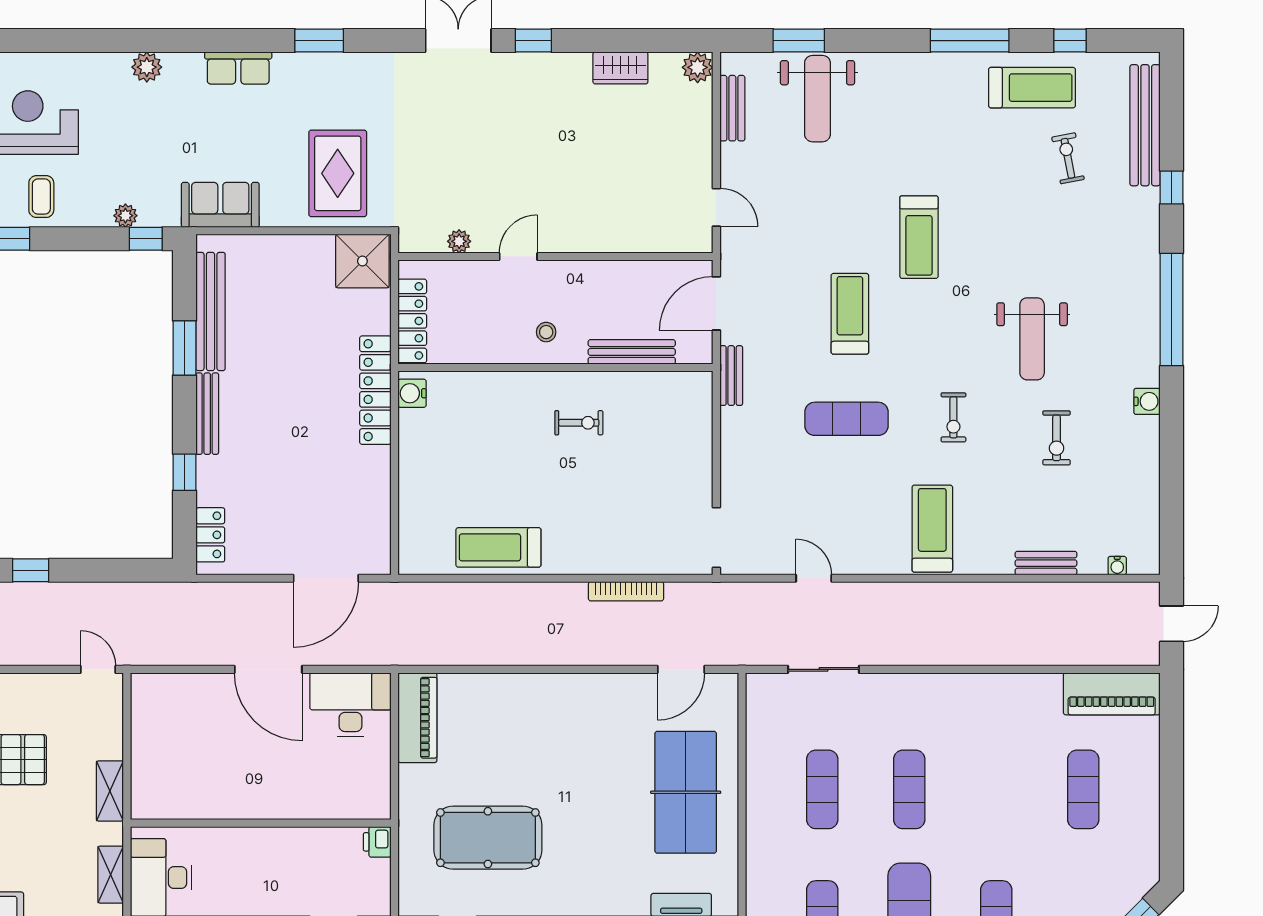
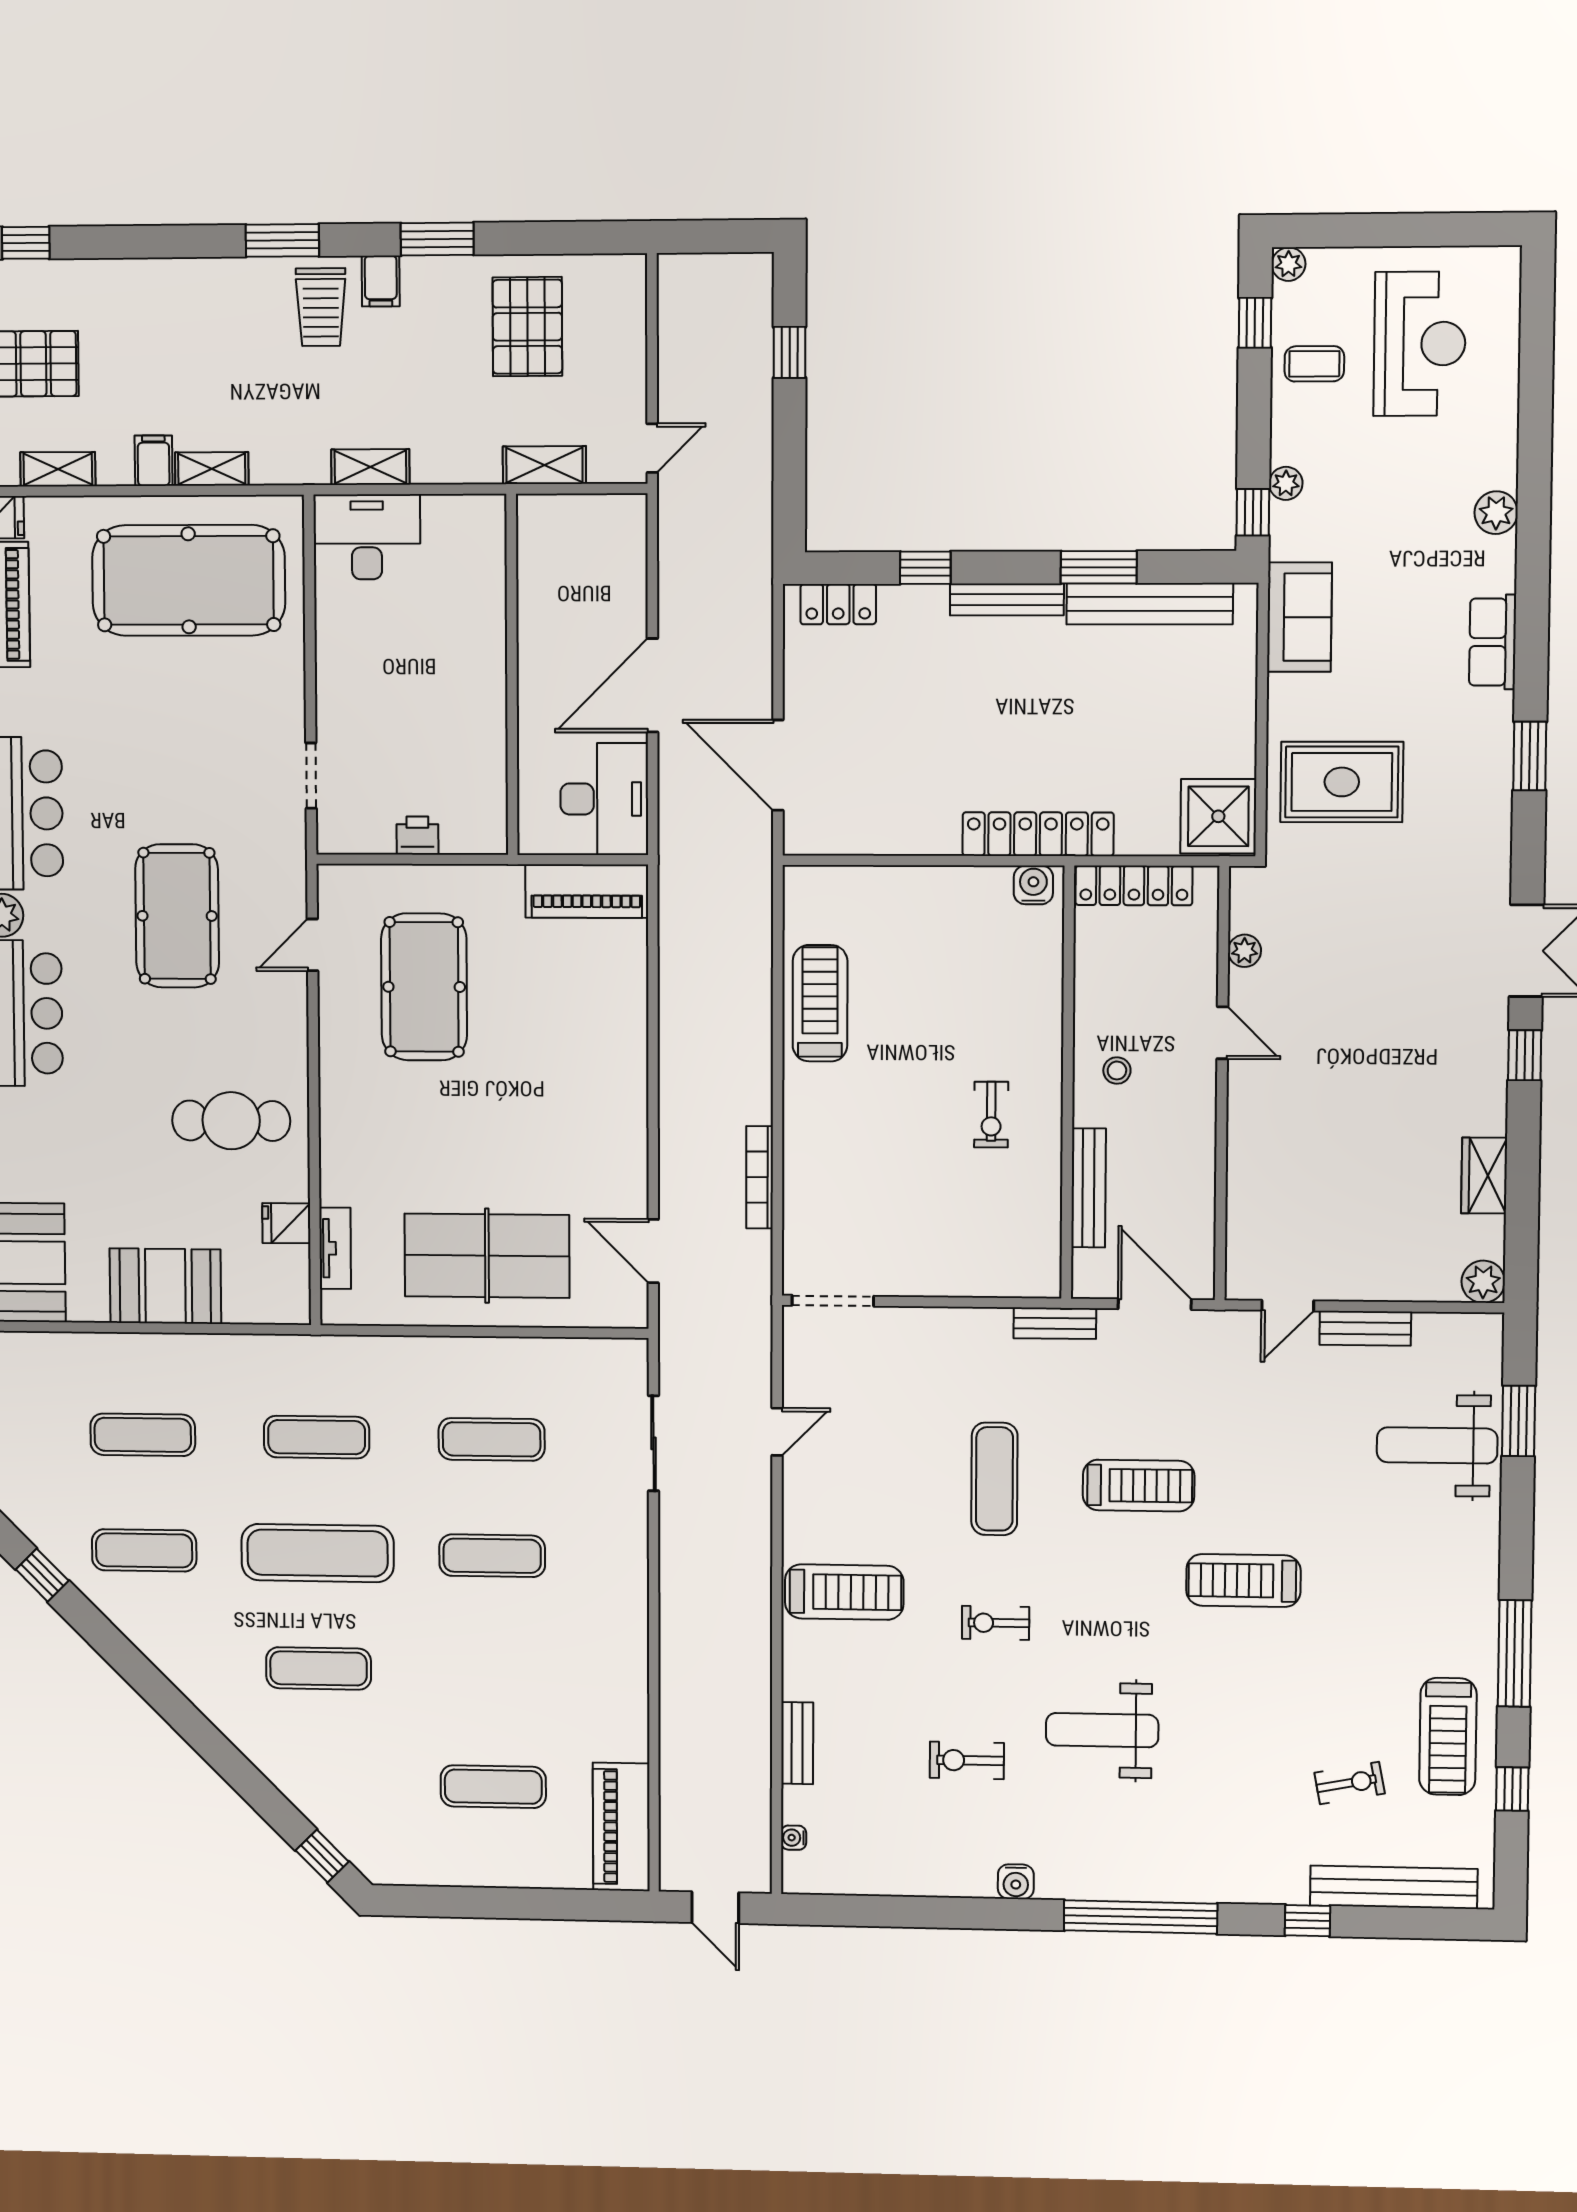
bench: (732, 108) -> (1365, 1328), moved
shelving: (110, 791) -> (544, 465), moved
wall: (261, 823) -> (512, 675), moved

